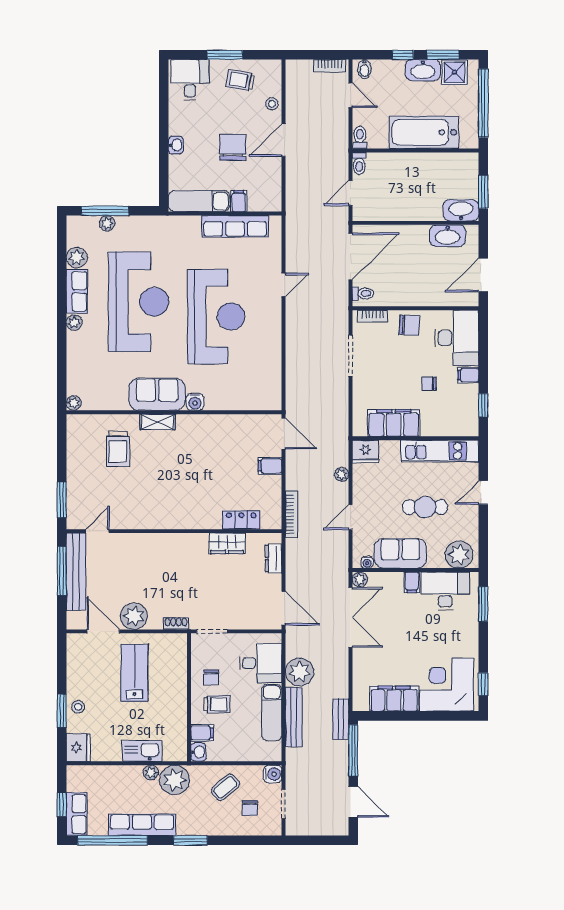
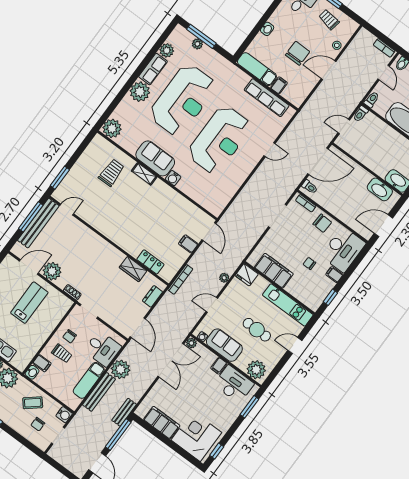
plant: (74, 323) -> (140, 92), width x1.87, depth x1.87
plant: (74, 403) -> (112, 128), width x1.87, depth x1.87
trolley: (118, 449) -> (111, 173), turned 180
door: (103, 631) -> (29, 267), hinge flipped

